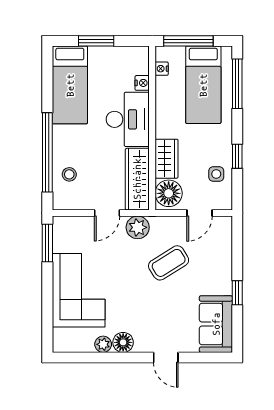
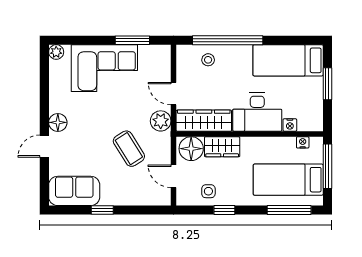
window: (47, 243) -> (132, 40), moved
floor lamp: (123, 342) -> (58, 122), moved
plant: (103, 344) -> (56, 52), moved

